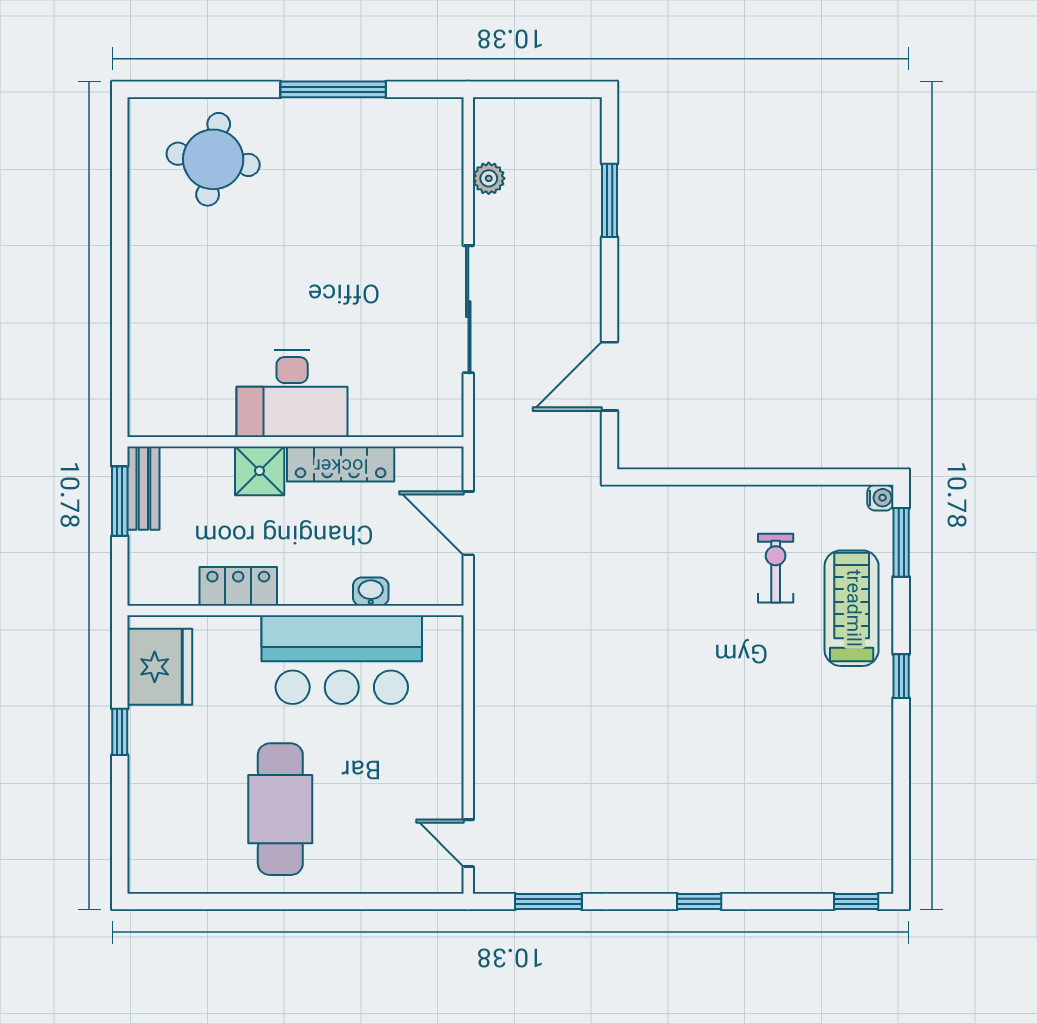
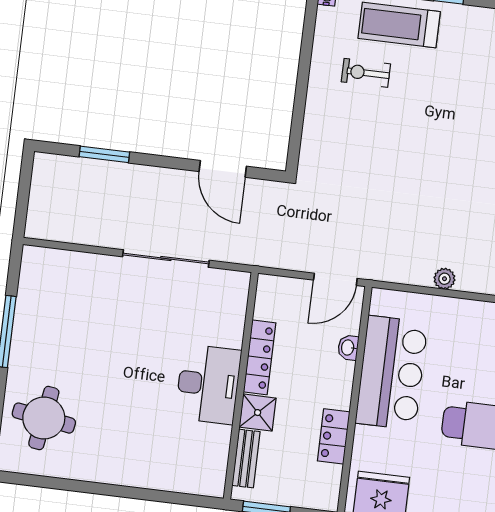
plant: (489, 178) -> (444, 279), moved
bench: (143, 488) -> (246, 459), moved, turned 90
door: (468, 523) -> (335, 279), moved

